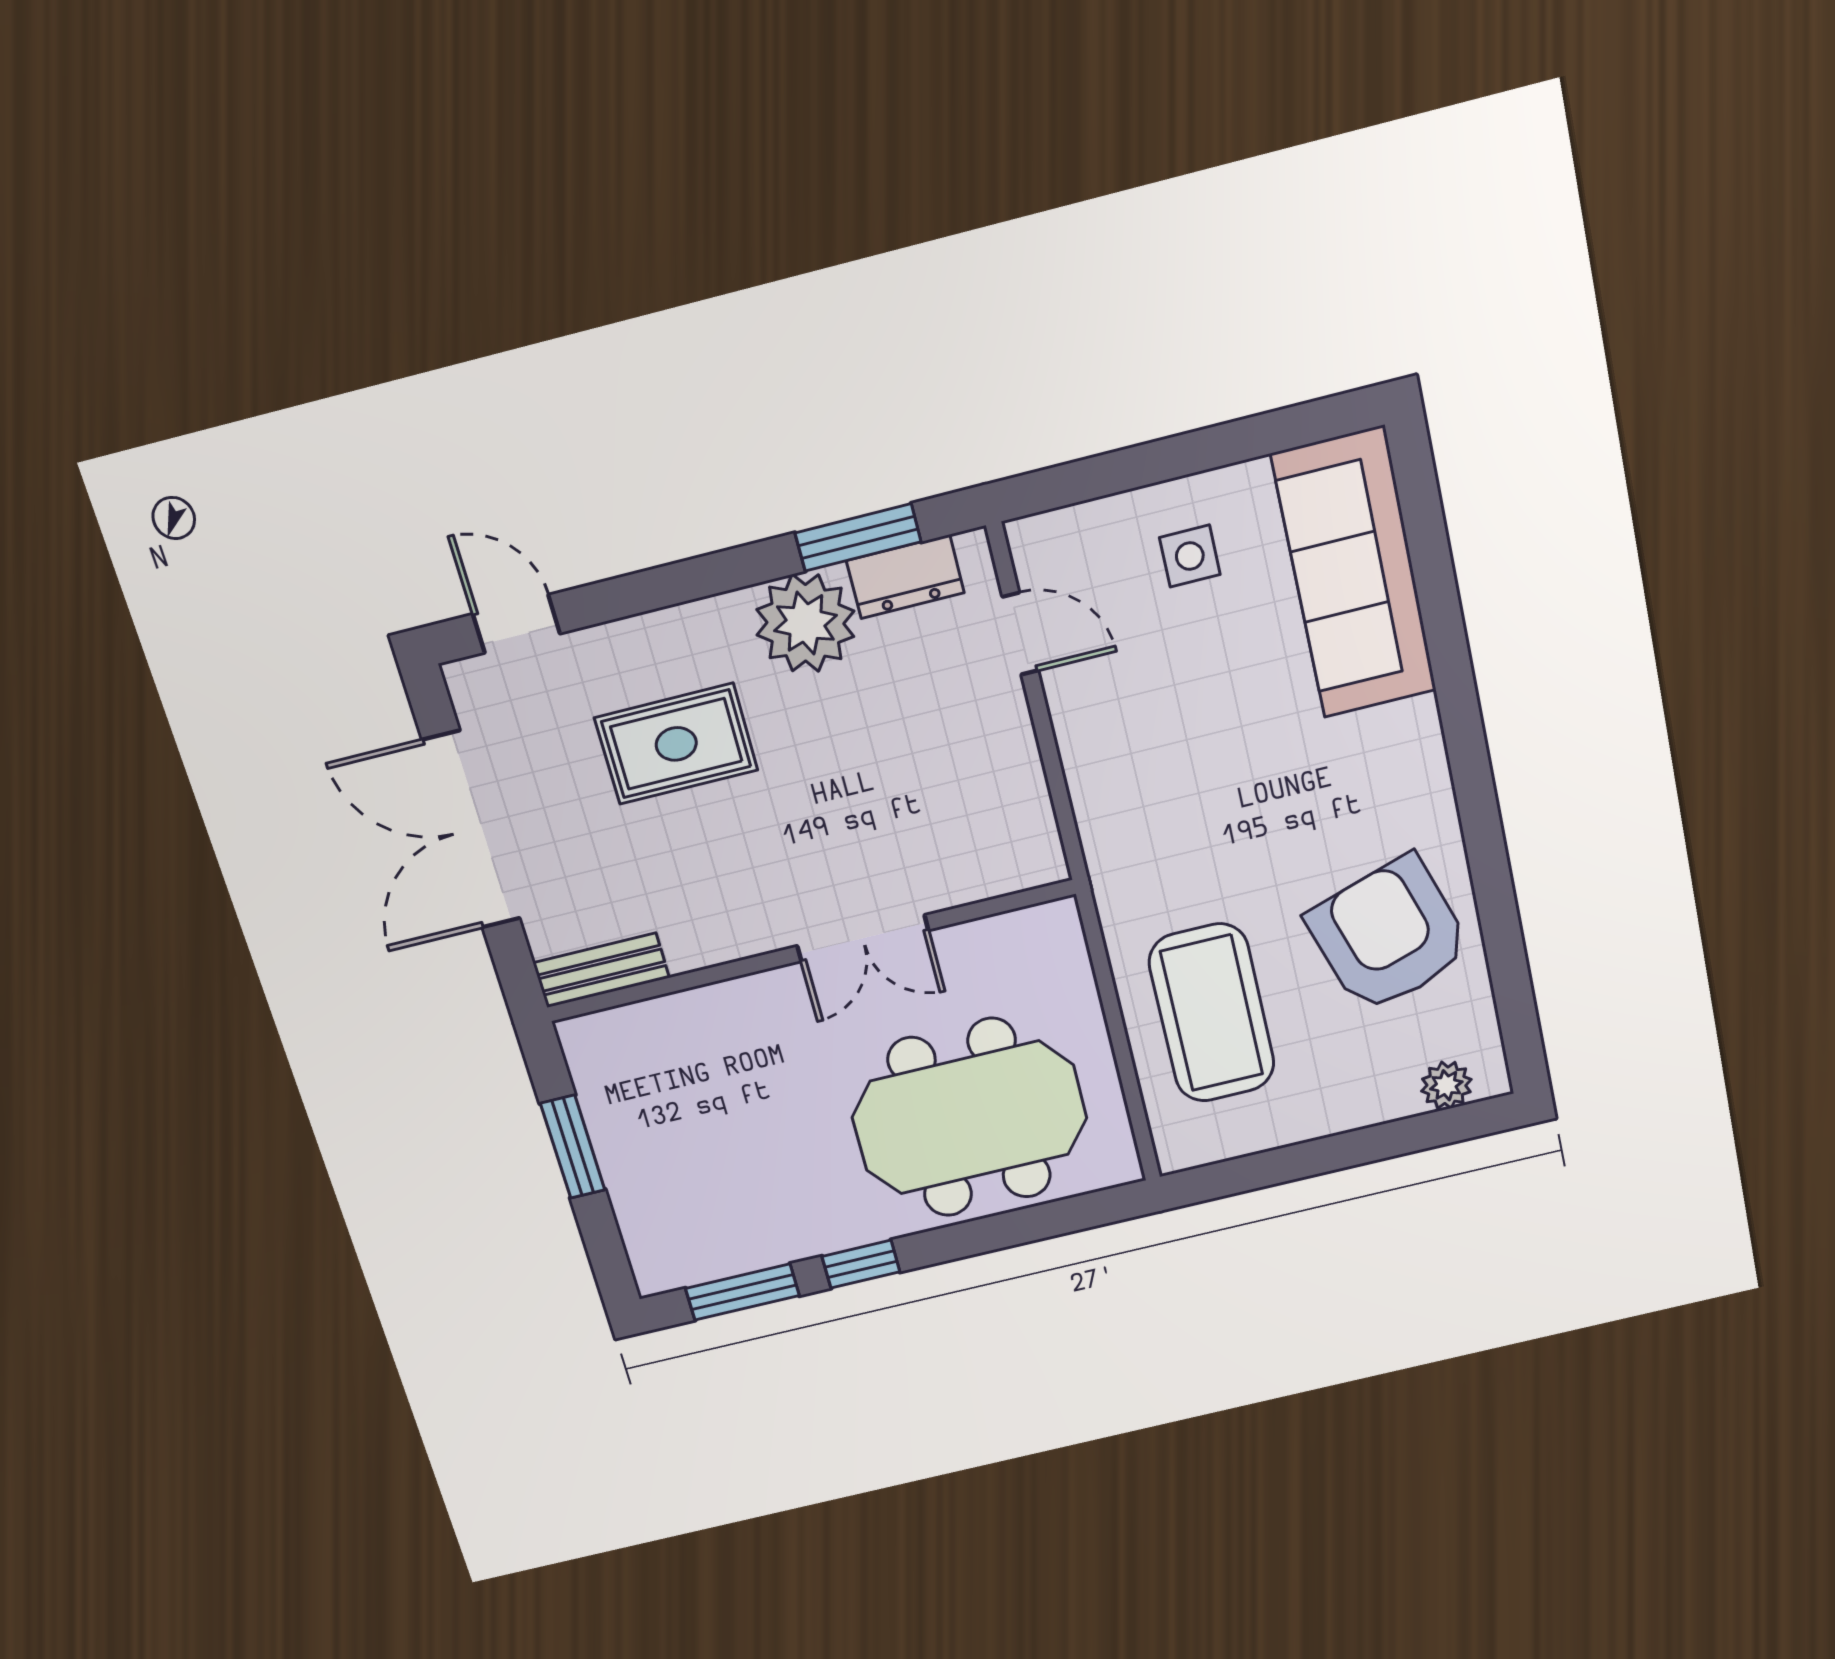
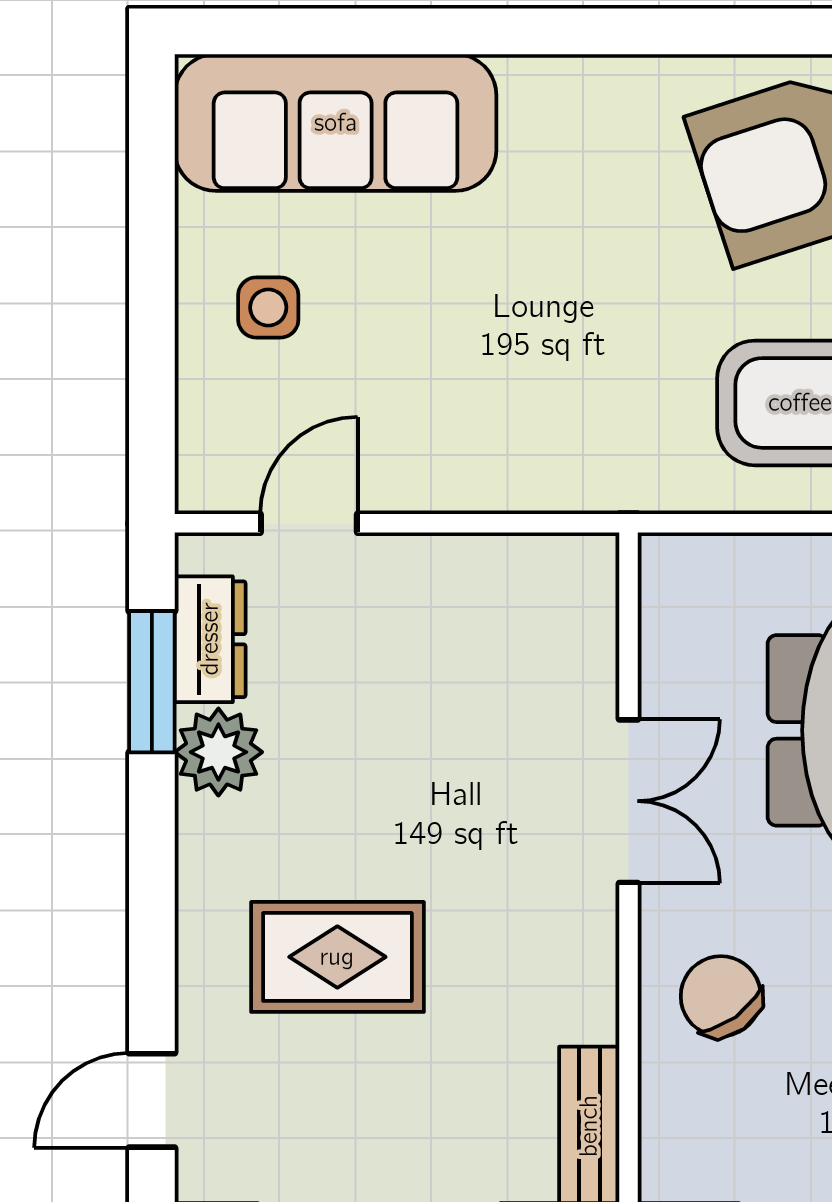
plant: (805, 623) -> (218, 752), width x0.73, depth x0.73
rug: (676, 744) -> (337, 957), turned 90
chair: (731, 1043) -> (721, 996), added

